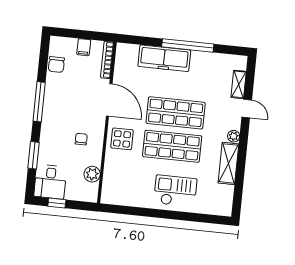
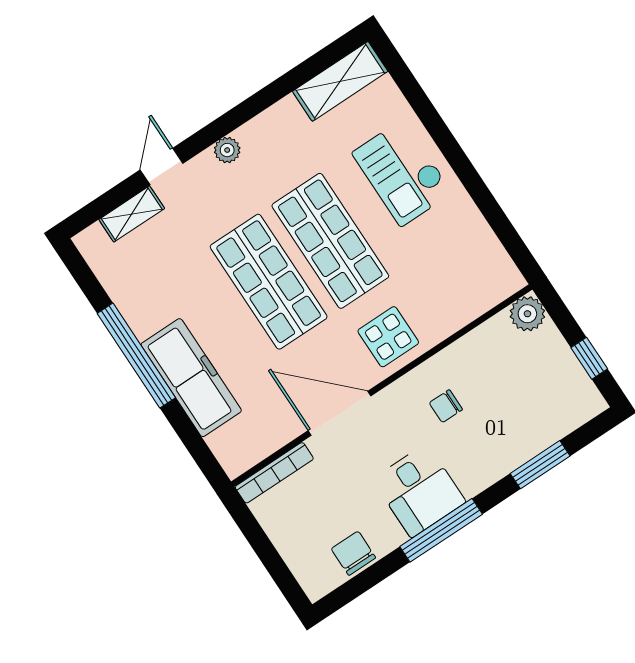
filing cabinet: (84, 47) -> (285, 531), removed
chair: (56, 65) -> (353, 553), turned -90
door: (109, 100) -> (340, 413), hinge flipped
shelving: (228, 163) -> (340, 81), moved
plant: (92, 174) -> (527, 314), moved
desk: (50, 182) -> (419, 491), moved, turned 90

